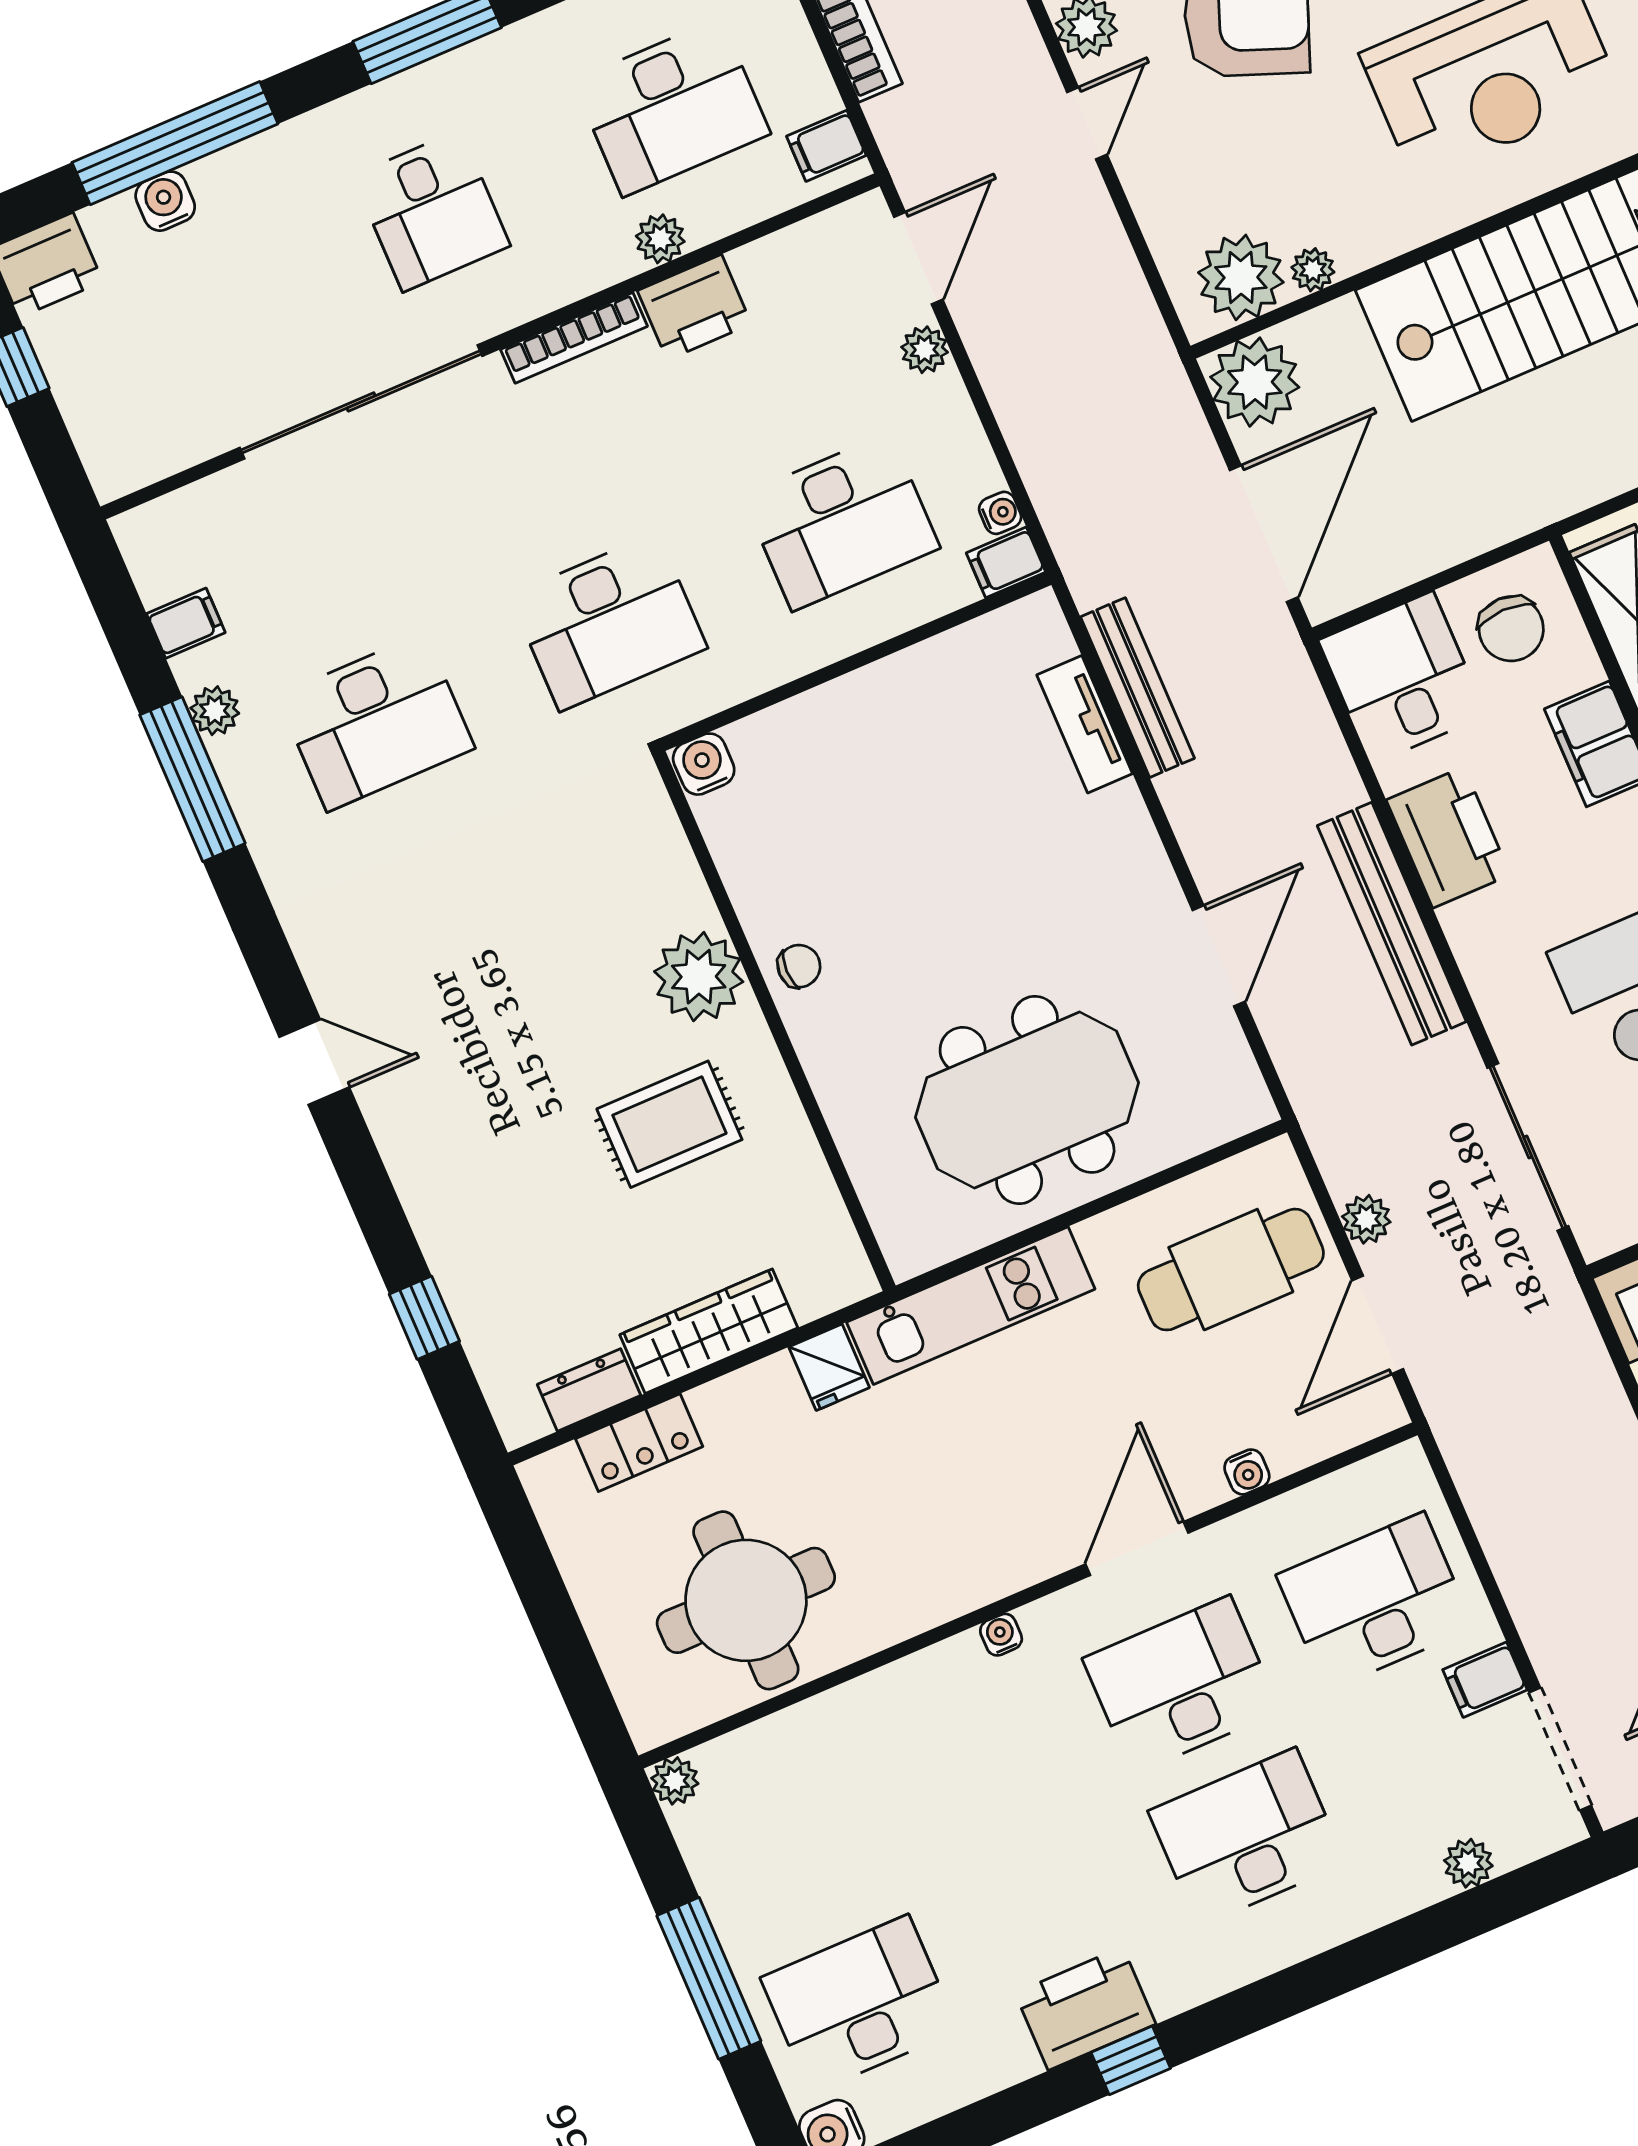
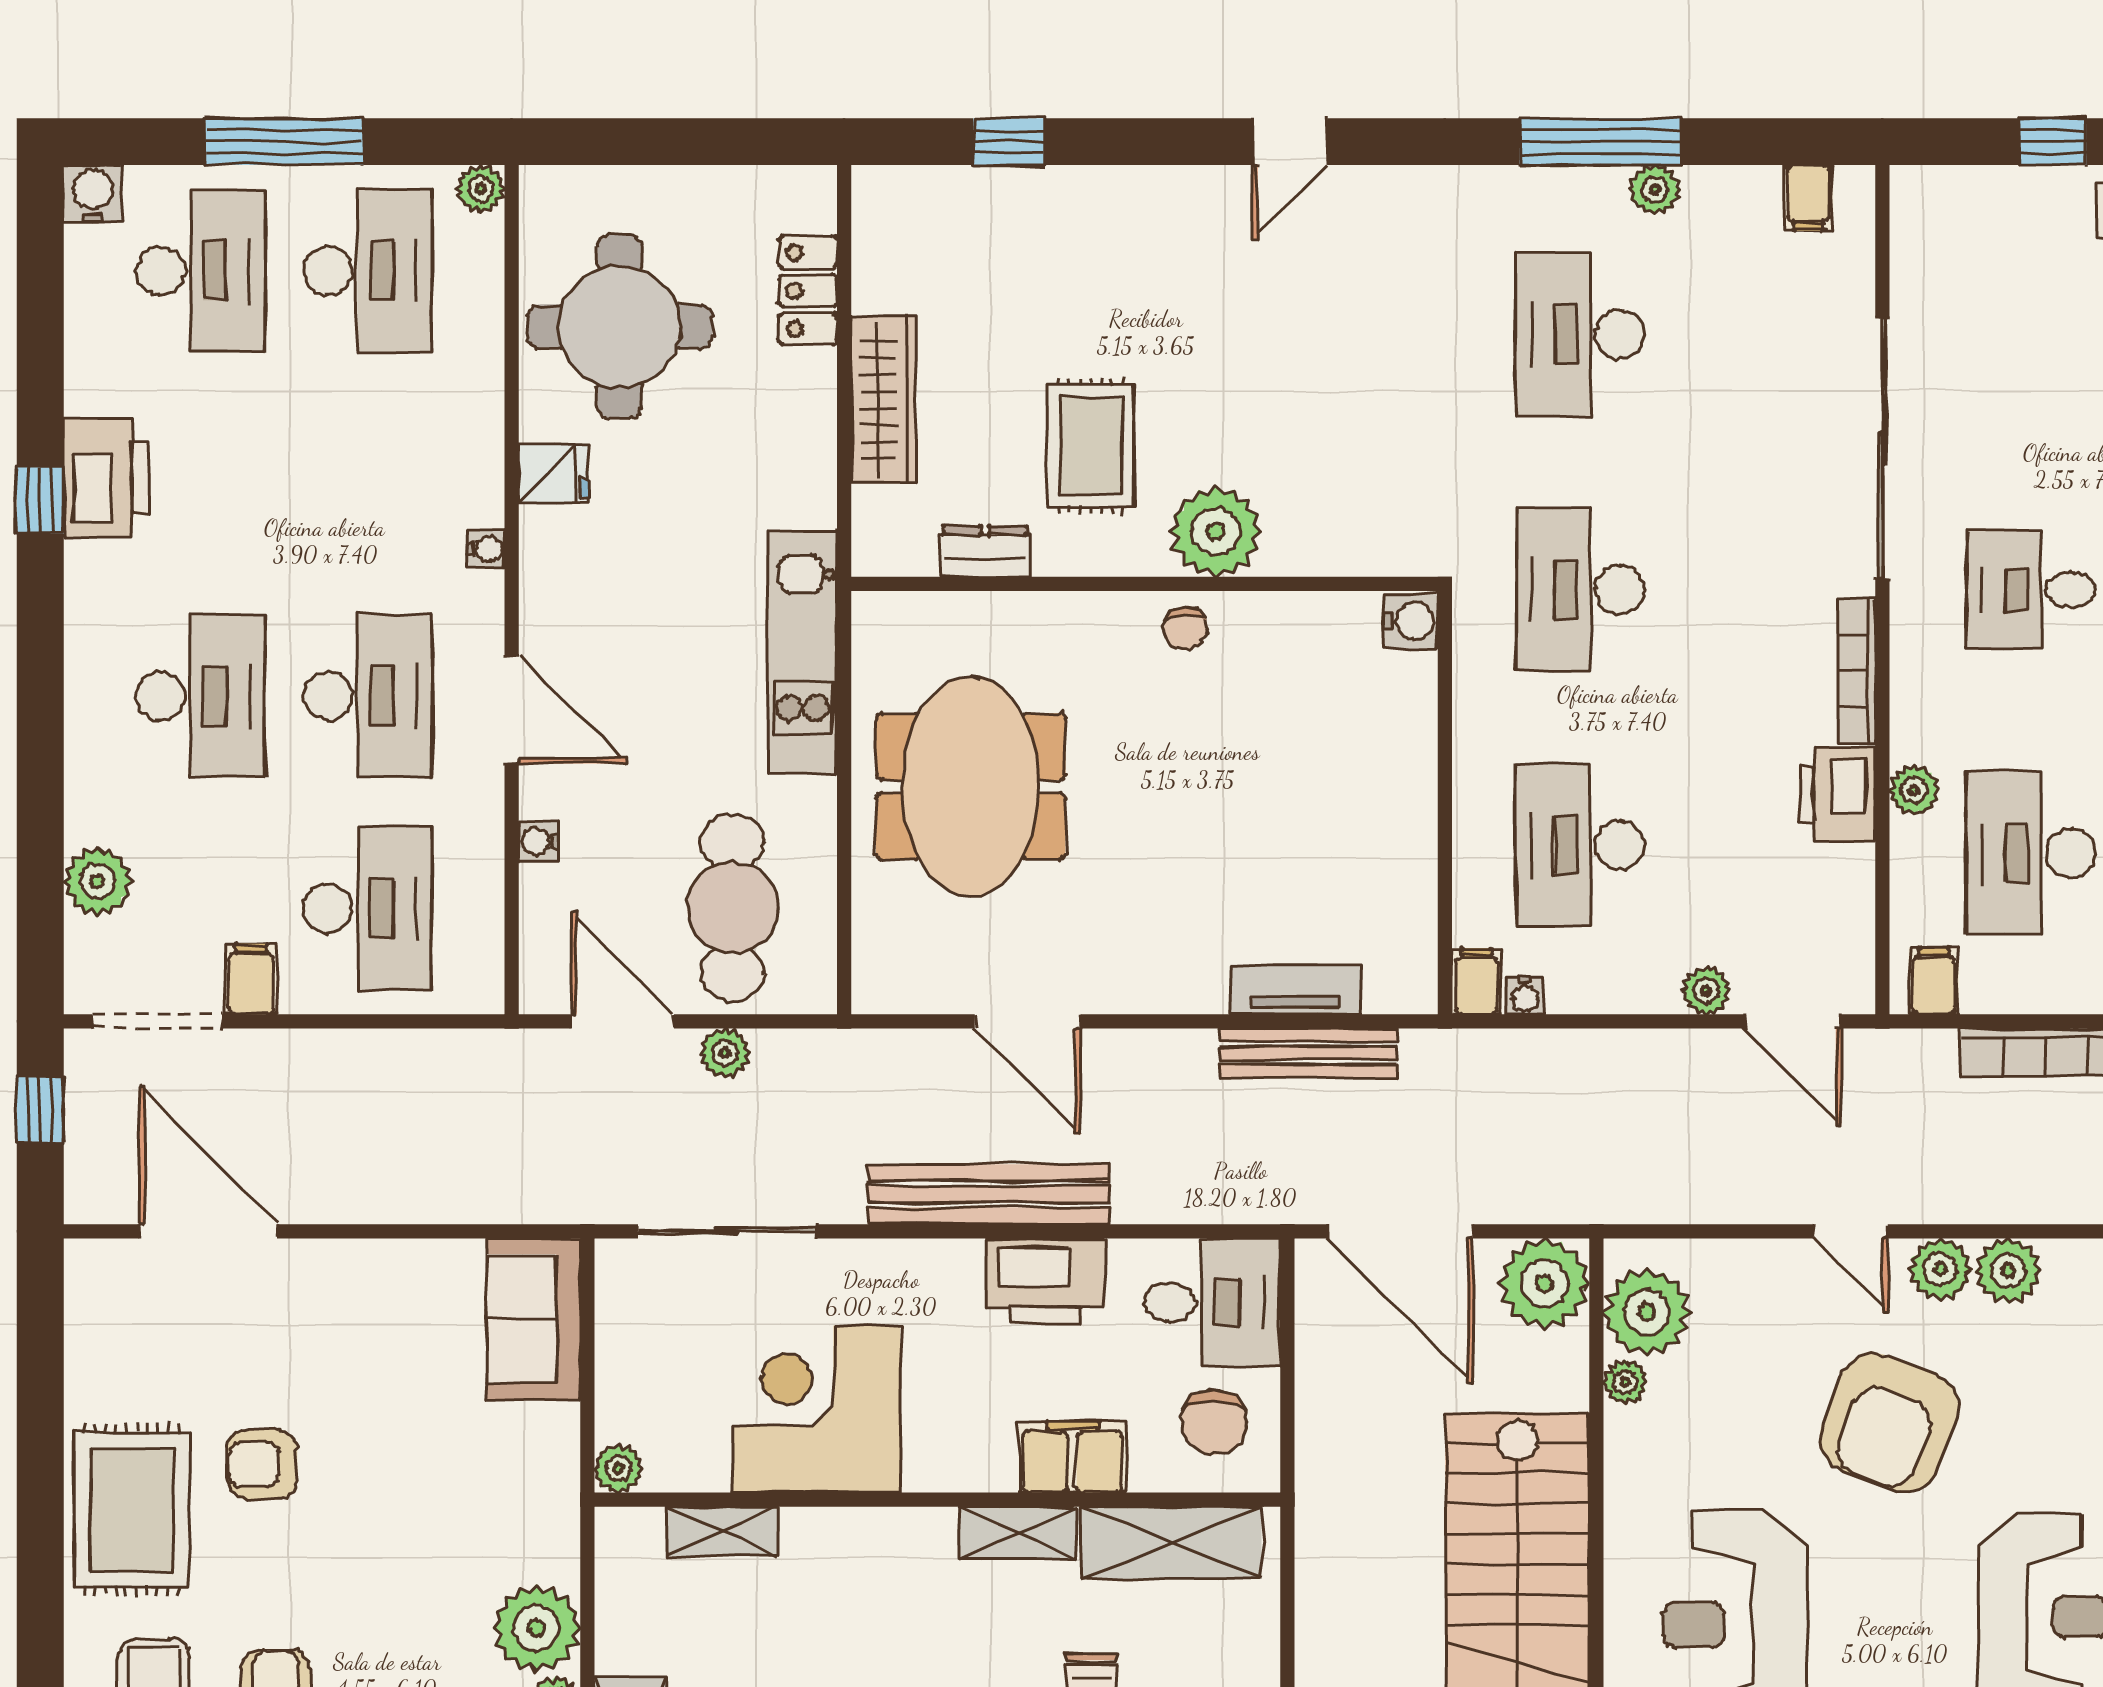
filing cabinet: (186, 623) -> (1808, 198), moved
chair: (1511, 629) -> (1214, 1422), turned -90
fridge: (829, 1367) -> (554, 473), moved, turned 180
dresser: (589, 1390) -> (985, 551), moved, turned -90
desk: (794, 1852) -> (368, 271), added
plant: (1468, 1863) -> (97, 881), width x1.38, depth x1.38

